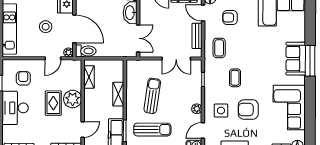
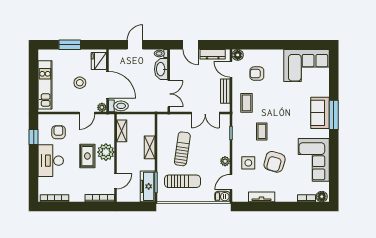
armchair: (248, 109) -> (275, 162), turned -74

